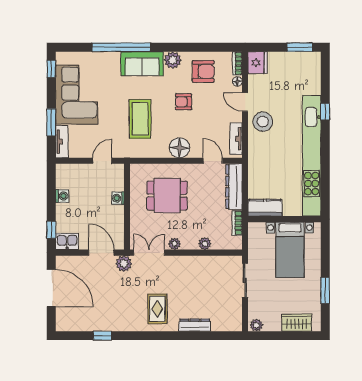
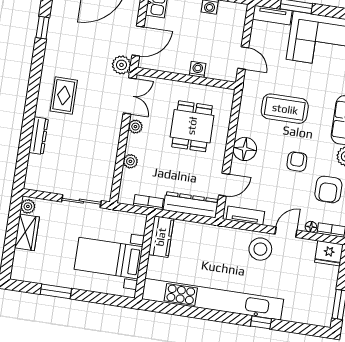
rug: (157, 309) -> (64, 96), turned 90
wardrobe: (297, 323) -> (27, 232), moved

